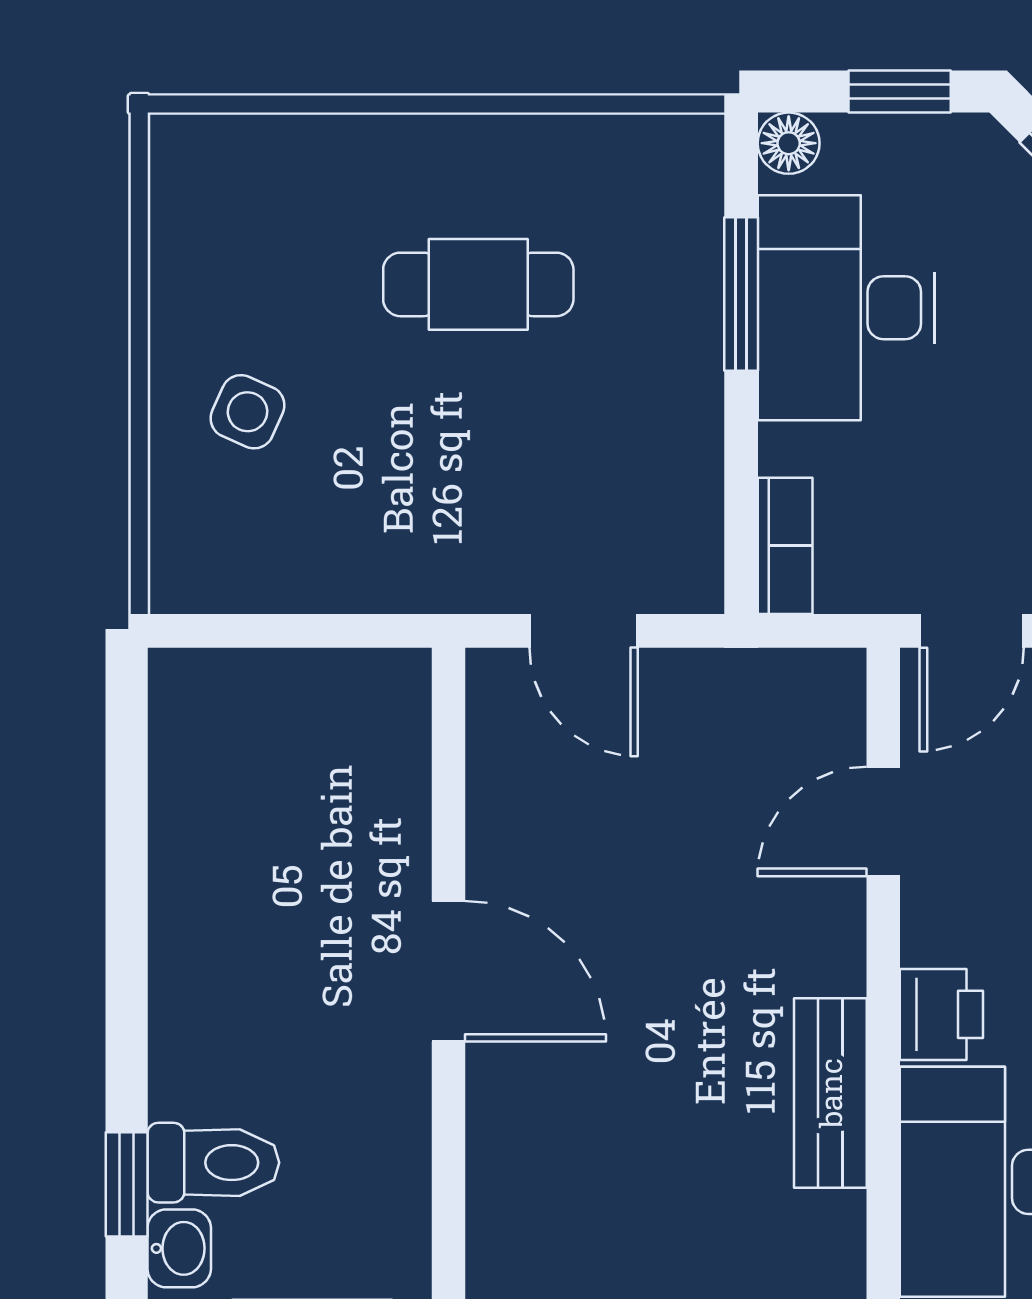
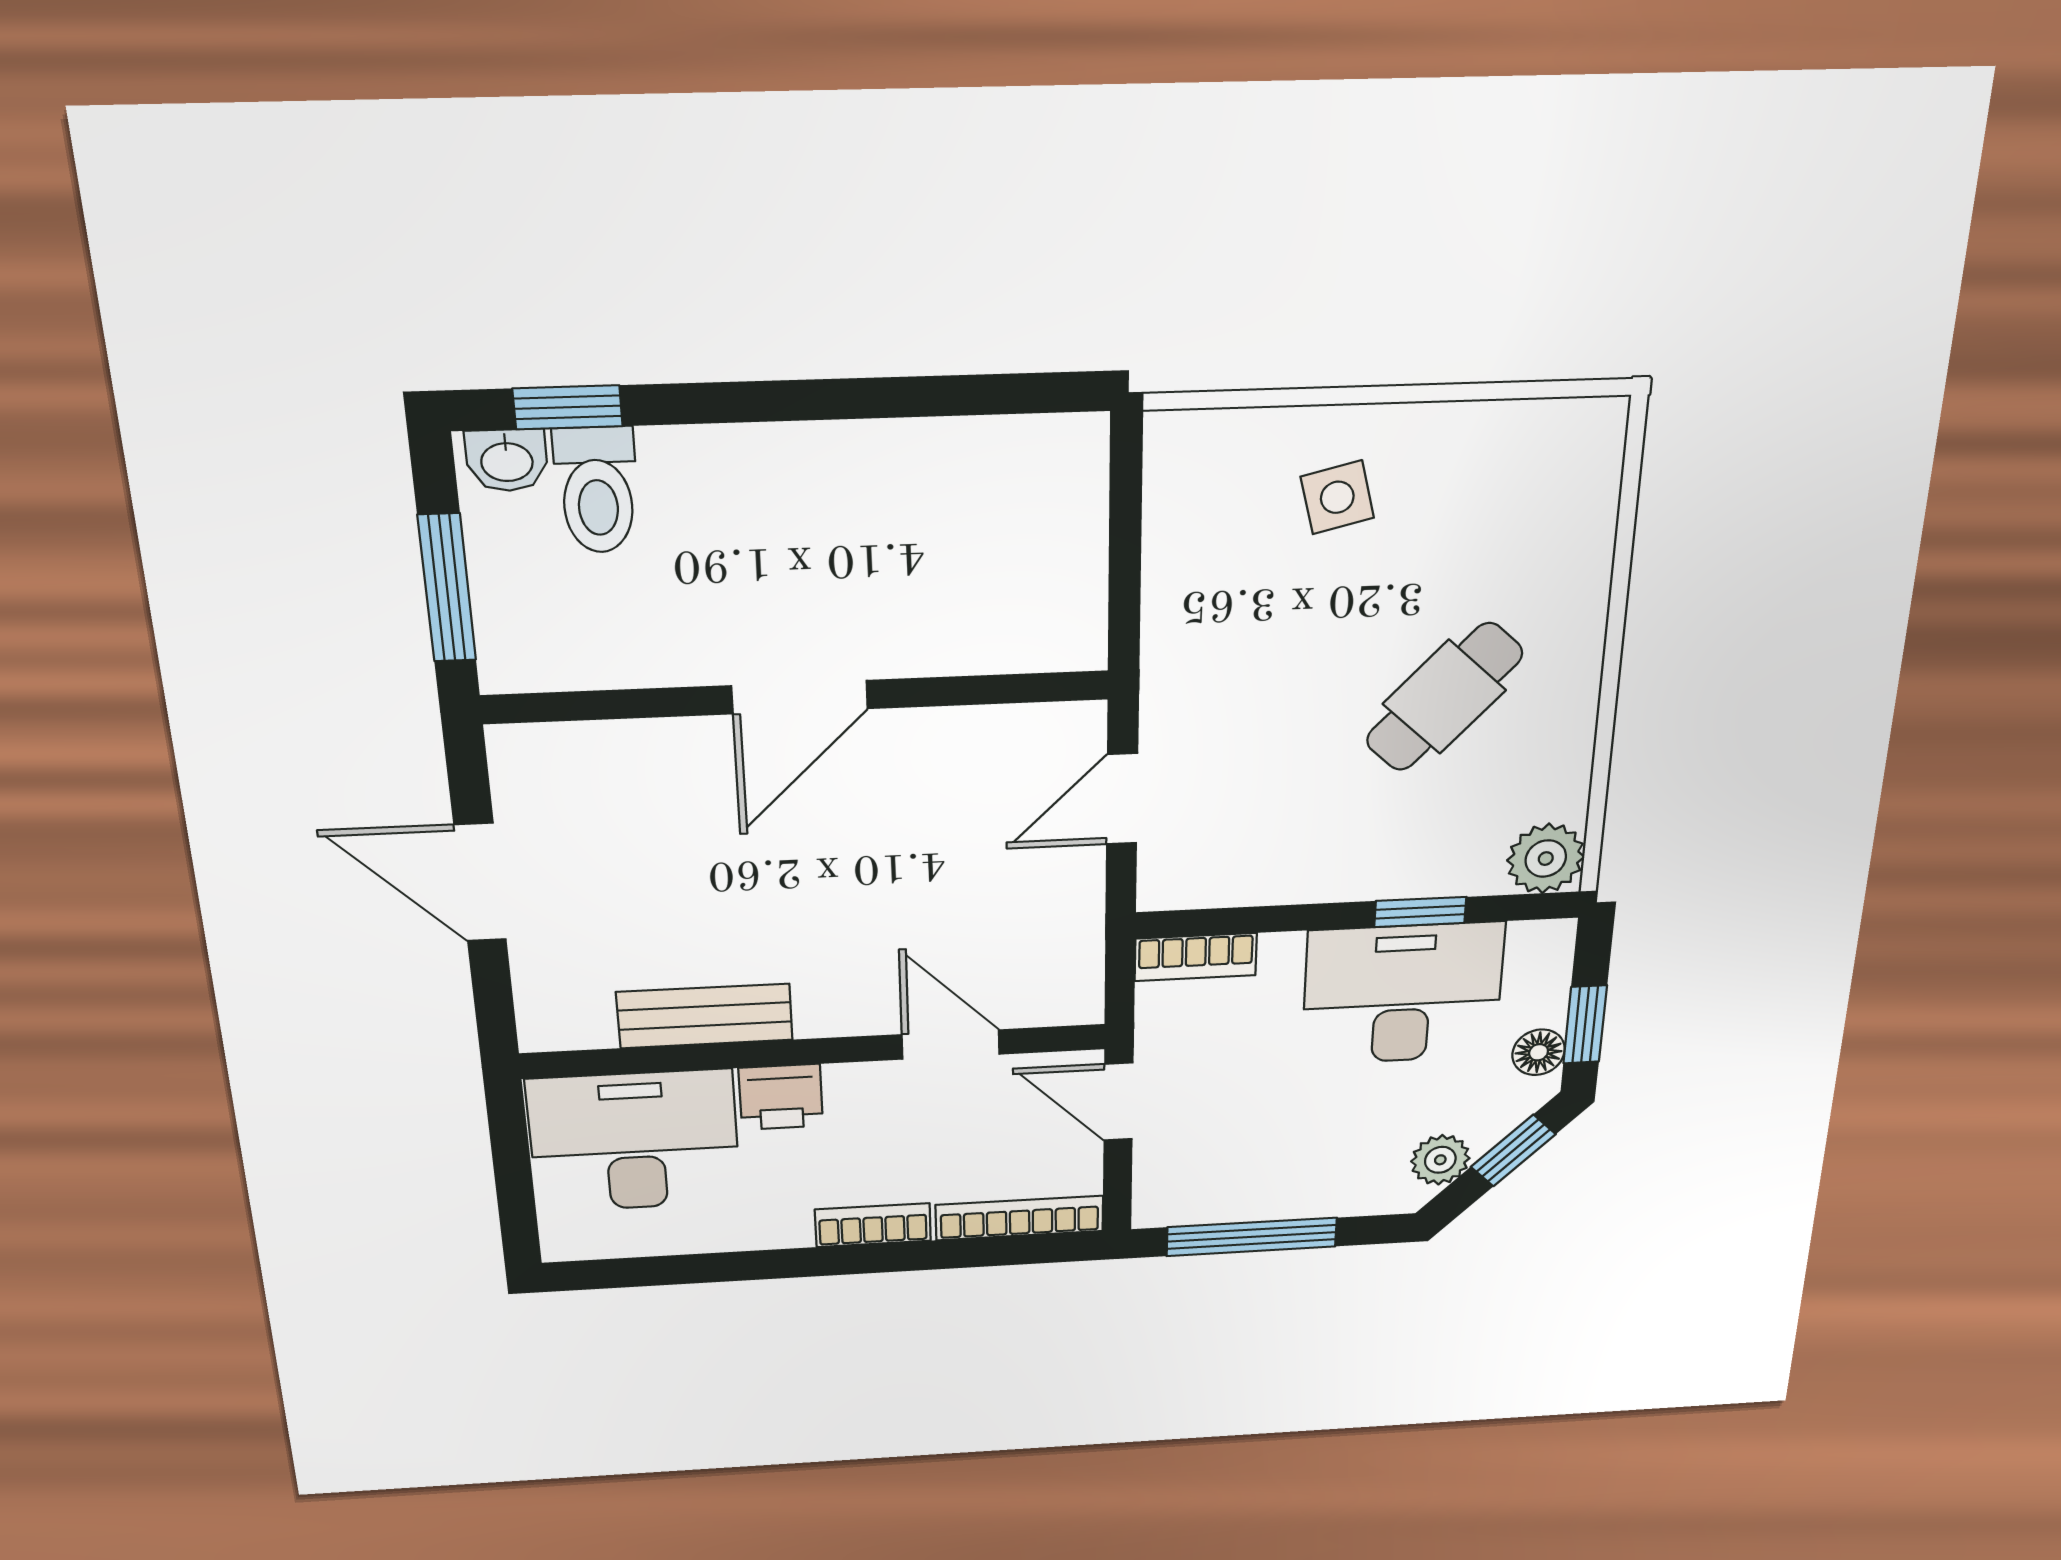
floor lamp: (789, 143) -> (1539, 1052), moved
plant: (681, 156) -> (1546, 859), added
cafe table: (478, 284) -> (1444, 697), turned 43
window: (741, 294) -> (1420, 912), width x0.67
side table: (248, 412) -> (1337, 497), turned -38

